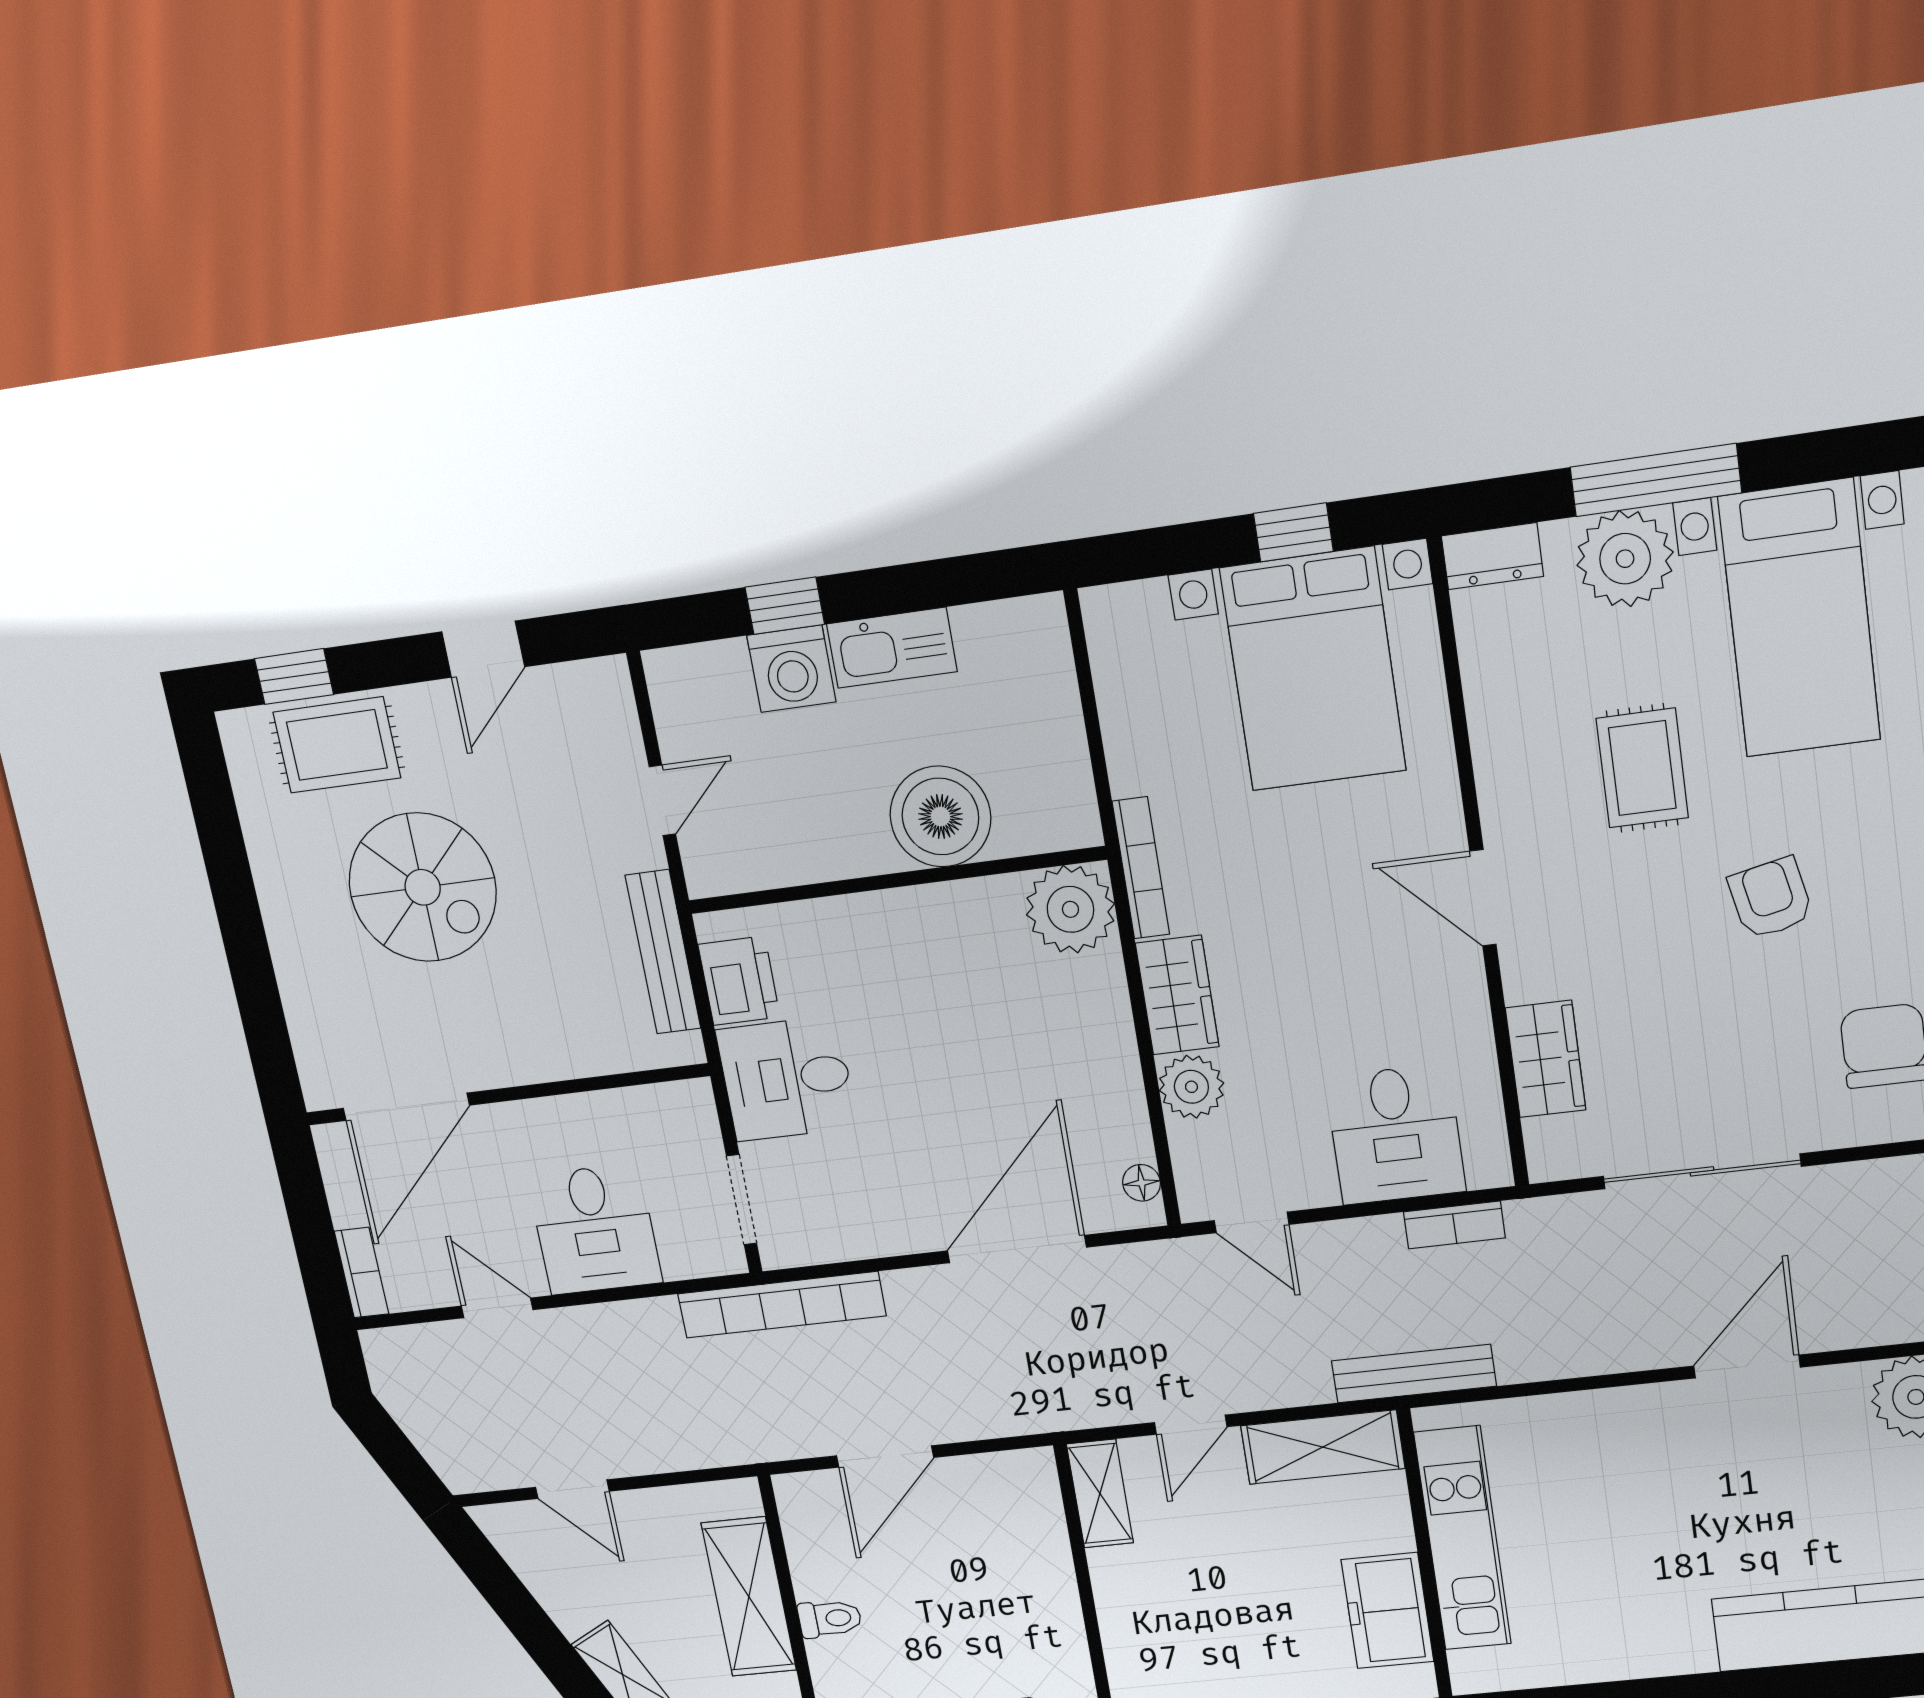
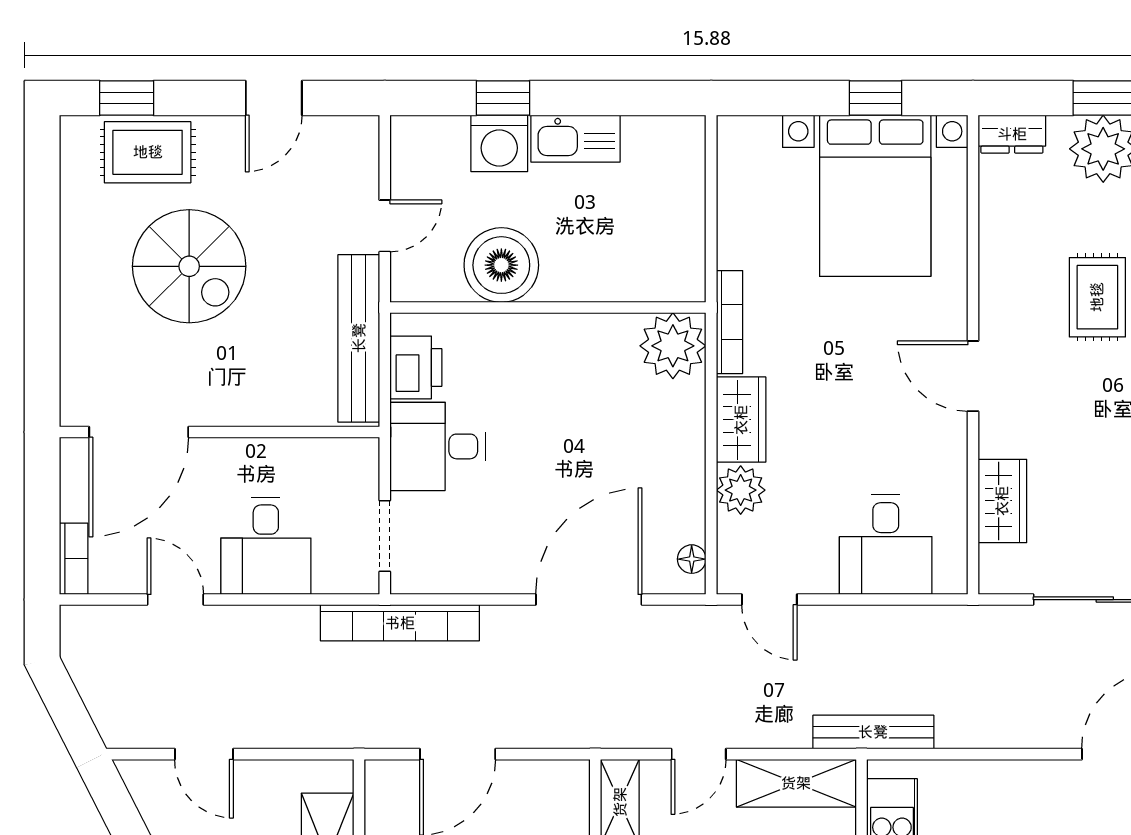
boiler: (940, 817) -> (501, 265), moved
bench: (663, 952) -> (359, 338), width x1.37, depth x1.21
bookcase: (1454, 1225) -> (919, 619), removed

